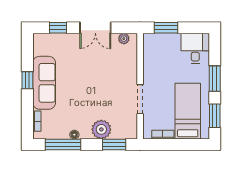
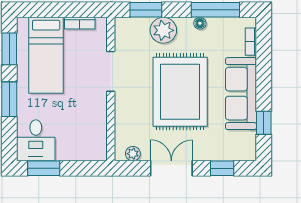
window: (166, 28) -> (44, 168), moved
window: (27, 80) -> (264, 123), moved
rug: (89, 84) -> (180, 92), added

